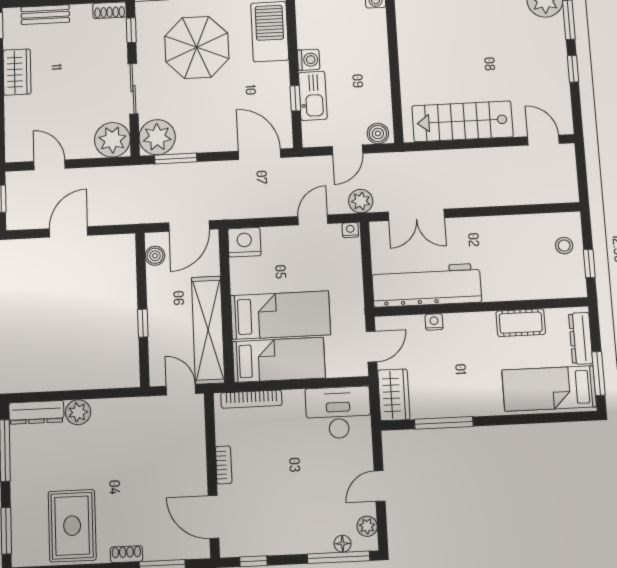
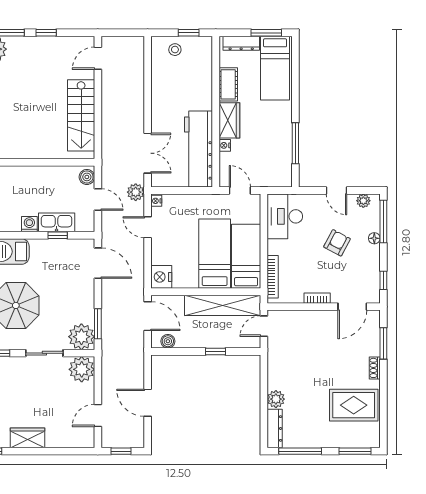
door: (260, 154) -> (98, 263), swing flipped
wardrobe: (394, 395) -> (229, 120), moved, turned 90
armchair: (304, 490) -> (337, 243), added
floor lamp: (343, 544) -> (374, 238), moved

